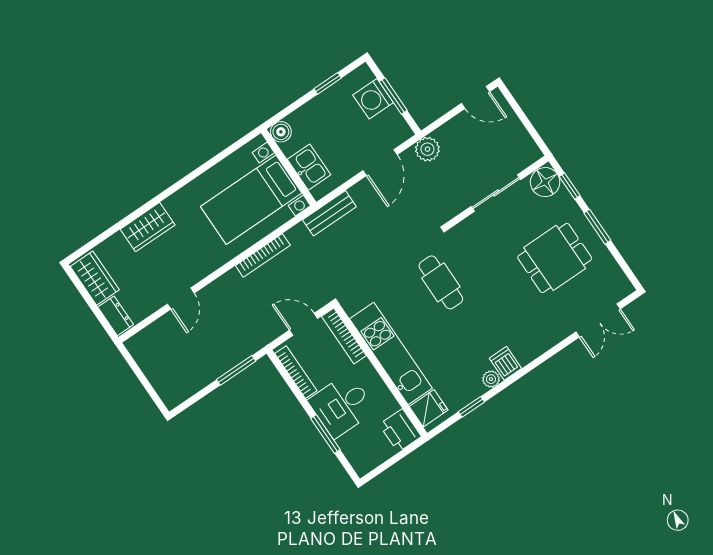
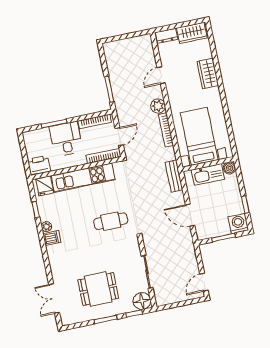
washing machine: (373, 99) -> (238, 224), moved
plant: (427, 149) -> (158, 106), moved
kitchen sink: (309, 167) -> (208, 175), width x1.38
dining table: (555, 258) -> (98, 289), turned 90
door: (181, 299) -> (161, 75), hinge flipped

